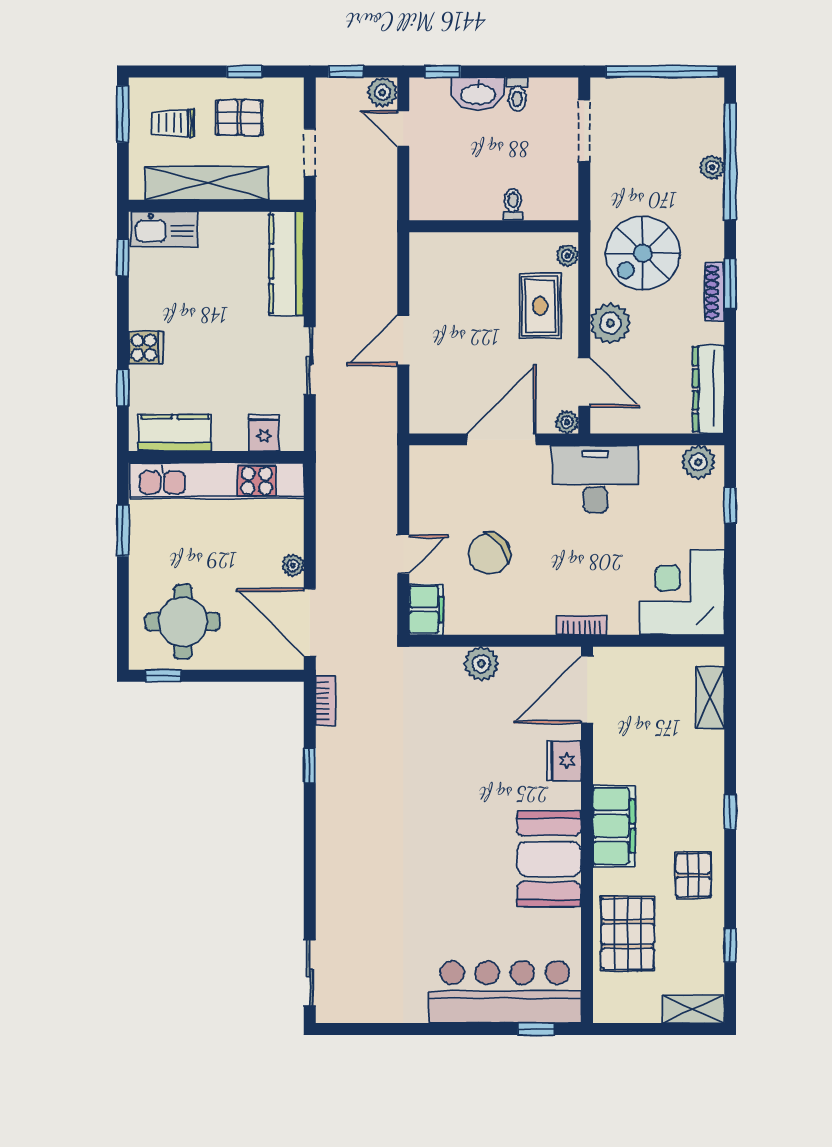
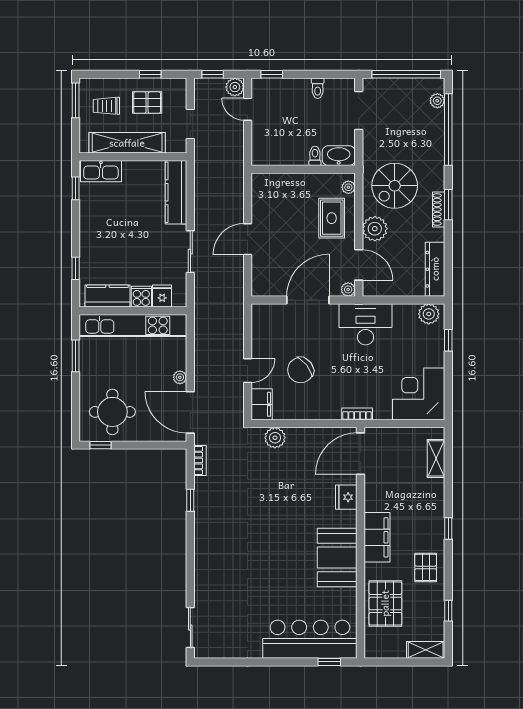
washbasin: (478, 94) -> (339, 156), moved, turned 180
plant: (712, 167) -> (437, 101), moved
cooker: (146, 347) -> (141, 297), moved, turned -90
plant: (481, 664) -> (275, 438), moved

